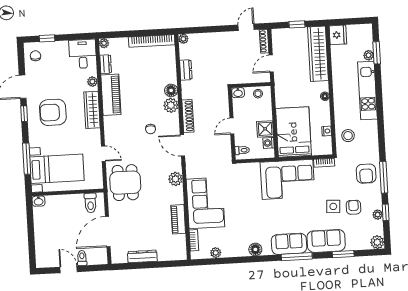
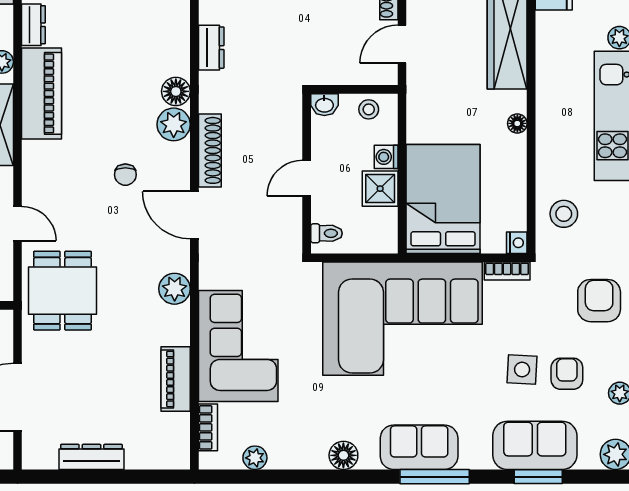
nightstand: (327, 131) -> (517, 243), moved
washing machine: (269, 143) -> (386, 157), moved
armchair: (366, 174) -> (599, 301), turned 180
corner sofa: (287, 179) -> (402, 319), width x1.36, depth x1.36
sofa: (326, 241) -> (535, 445), moved

